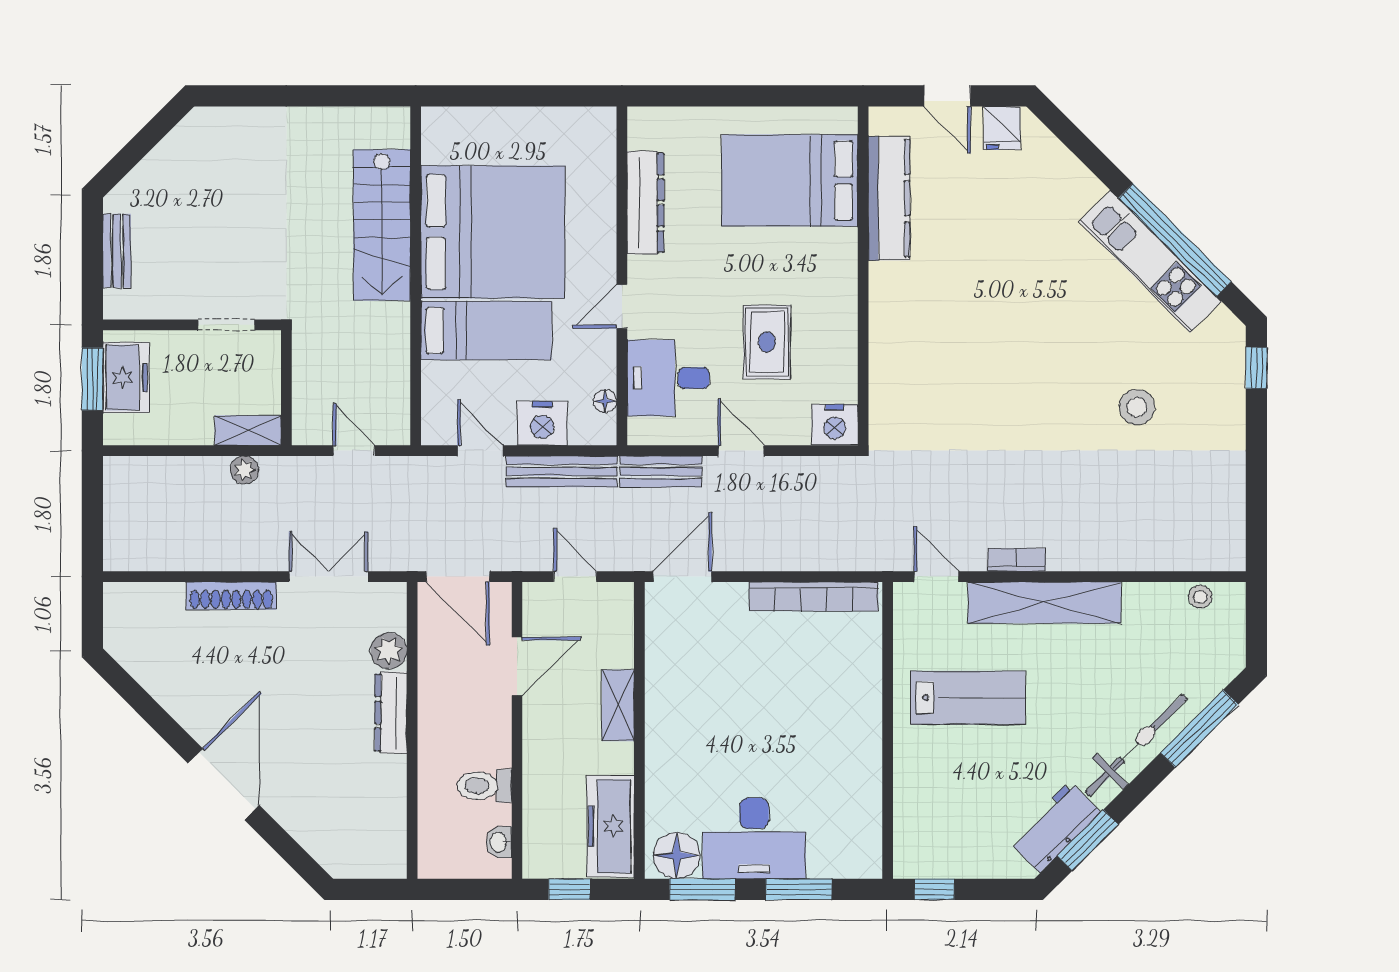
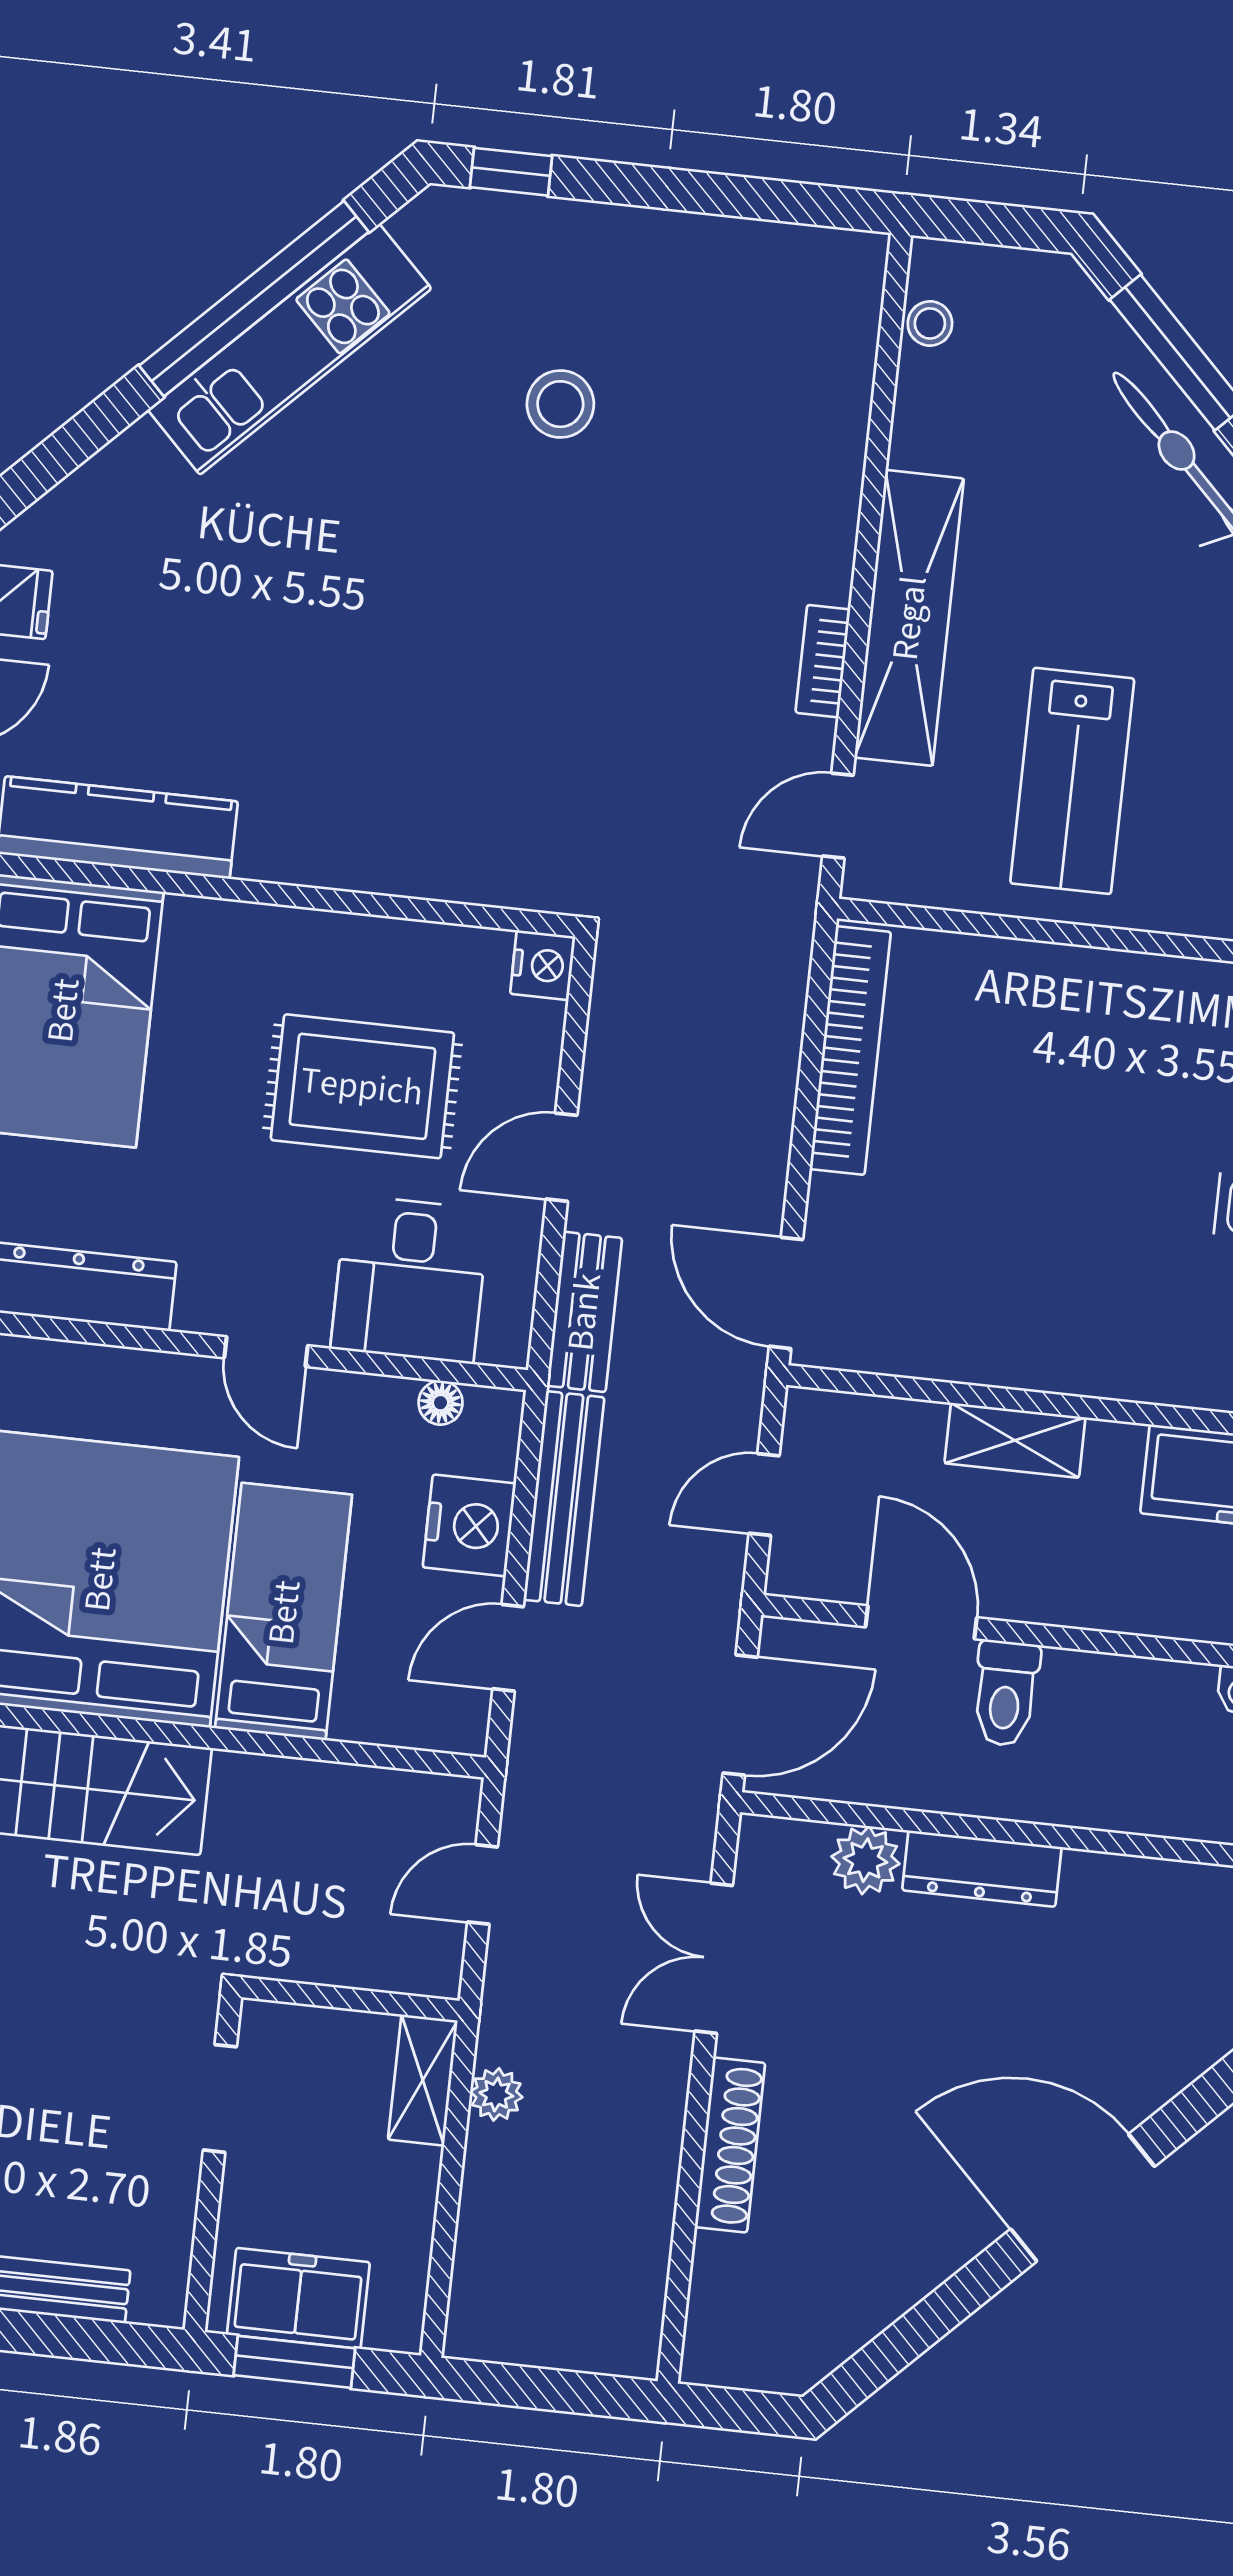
rug: (767, 342) -> (362, 1086), width x1.36, depth x1.43
nightstand: (835, 425) -> (543, 965), width x0.74, depth x0.75
lab bench: (968, 698) -> (1072, 781), turned 180
toilet: (484, 786) -> (1006, 1693), moved

